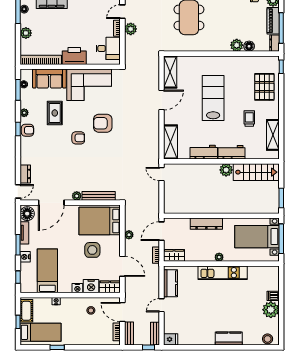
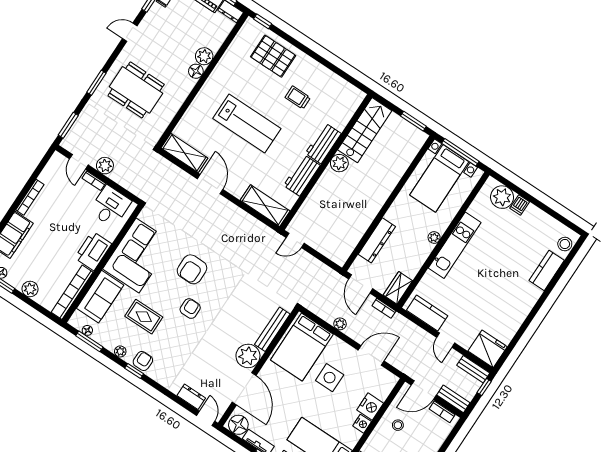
floor lamp: (249, 46) -> (196, 71), moved
lab bench: (213, 98) -> (247, 123), turned 180
shelving: (273, 135) -> (335, 83), removed
plant: (77, 196) -> (248, 356), width x1.87, depth x1.87
dresser: (206, 224) -> (377, 240), moved
wardrobe: (110, 287) -> (385, 386), removed
plant: (271, 310) -> (502, 197), moved
fridge: (171, 339) -> (488, 349), width x1.88, depth x1.34
kitchen counter: (229, 339) -> (547, 270), moved

